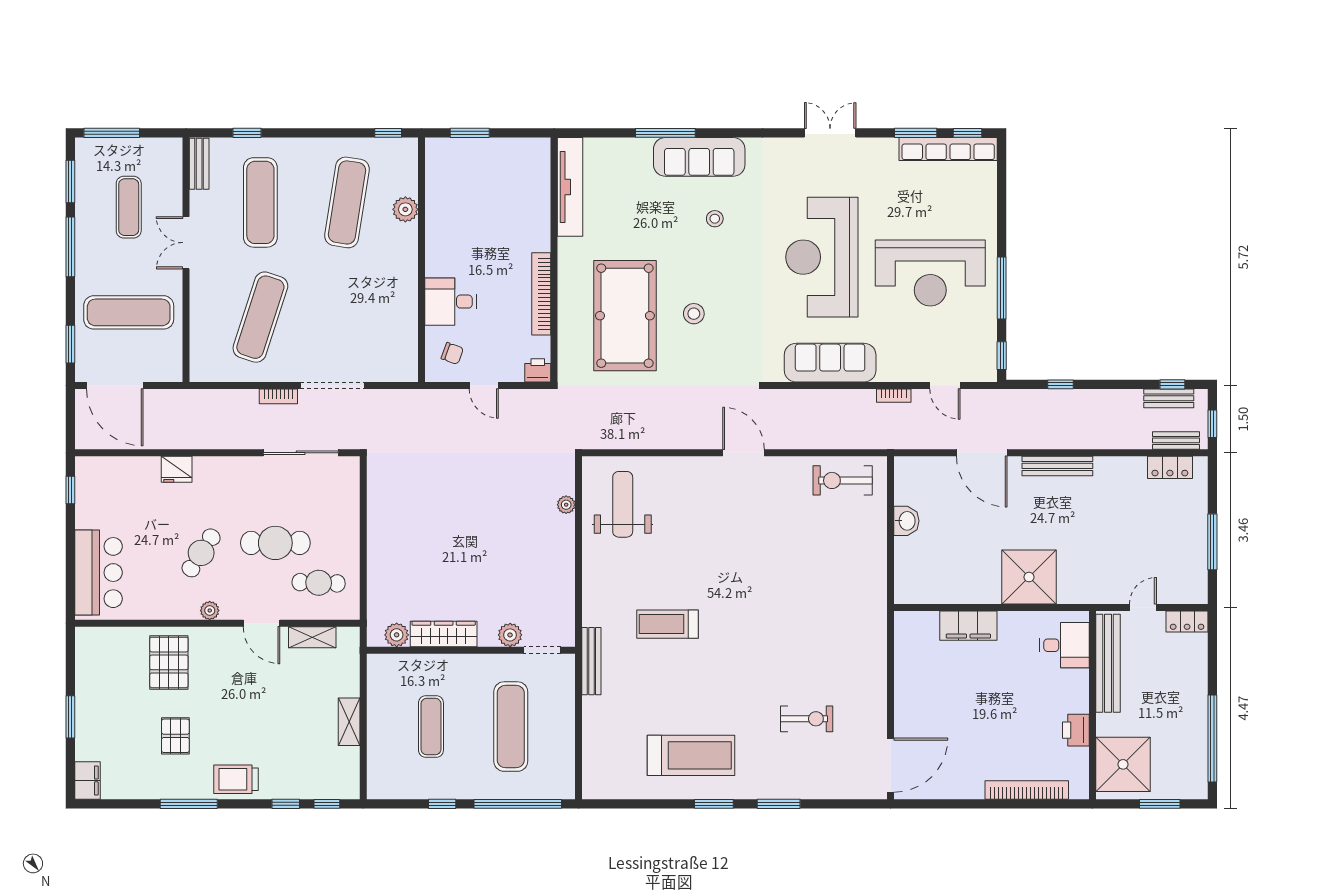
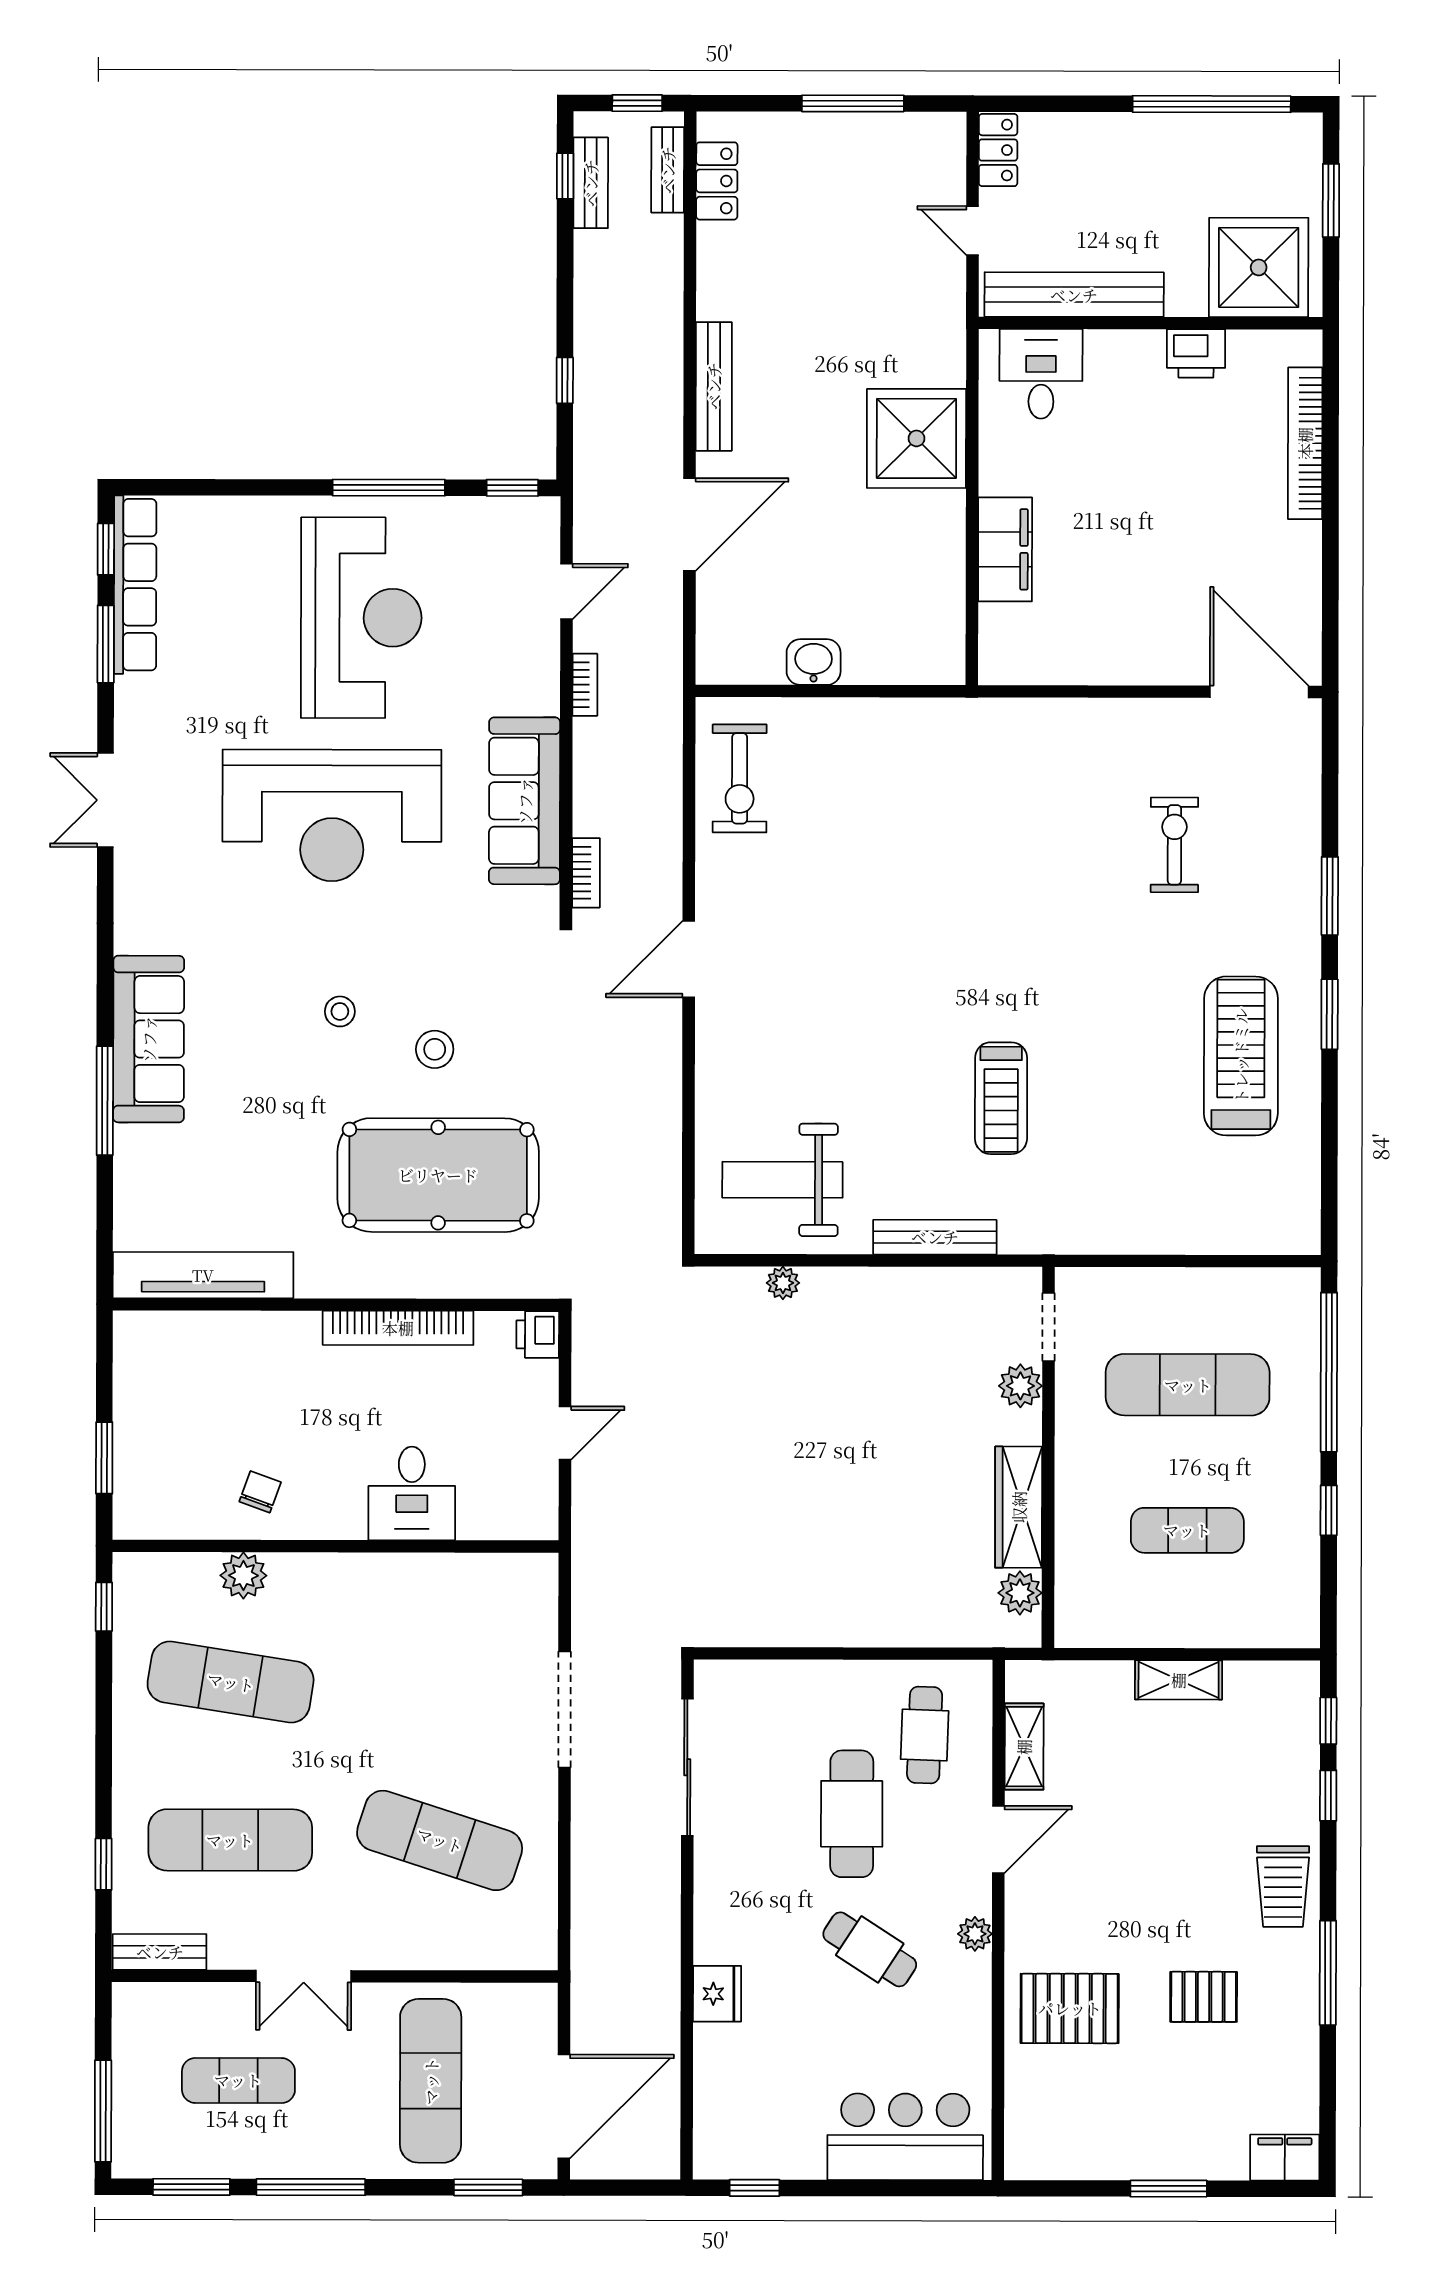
stool: (715, 219) -> (340, 1011), moved
chair: (452, 353) -> (260, 1492), moved
bookcase: (278, 396) -> (586, 873), moved
bench: (591, 661) -> (935, 1237), moved

